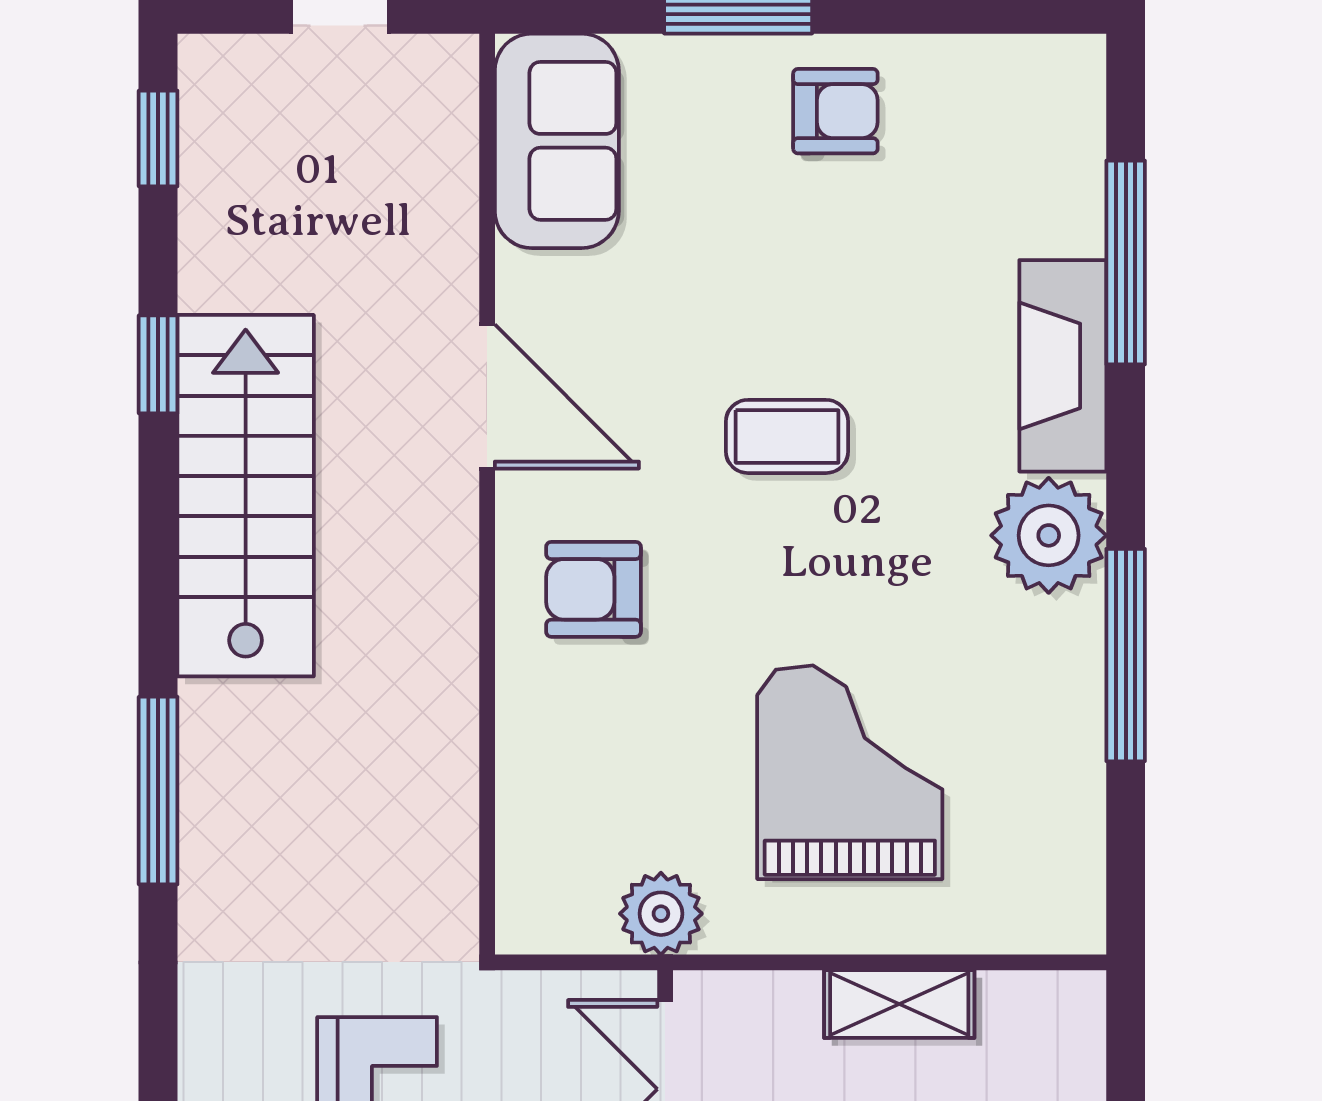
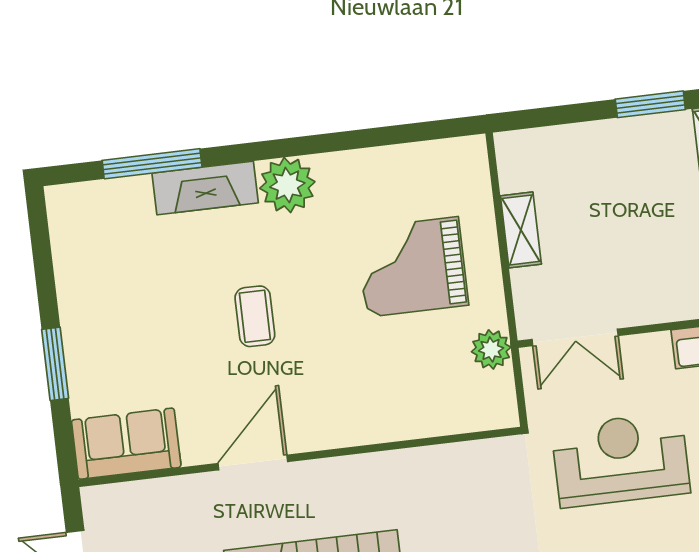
armchair: (835, 111) -> (96, 312), removed
armchair: (594, 589) -> (339, 400), removed
window: (1126, 655) -> (340, 141), removed

